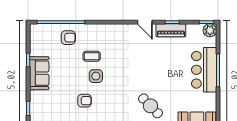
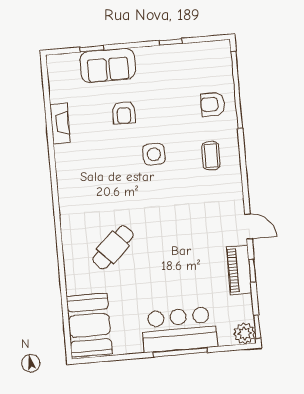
door: (145, 22) -> (248, 226), swing flipped
armchair: (68, 38) -> (213, 104), turned 90
coffee table: (92, 56) -> (211, 156), moved
sofa: (39, 73) -> (108, 65), moved
armchair: (85, 101) -> (124, 113), moved

